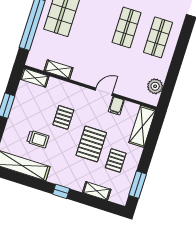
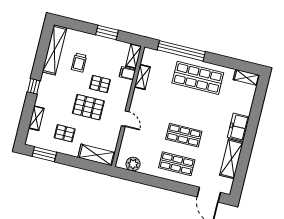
filing cabinet: (116, 106) -> (127, 73), moved
pallet: (91, 144) -> (88, 107), moved

